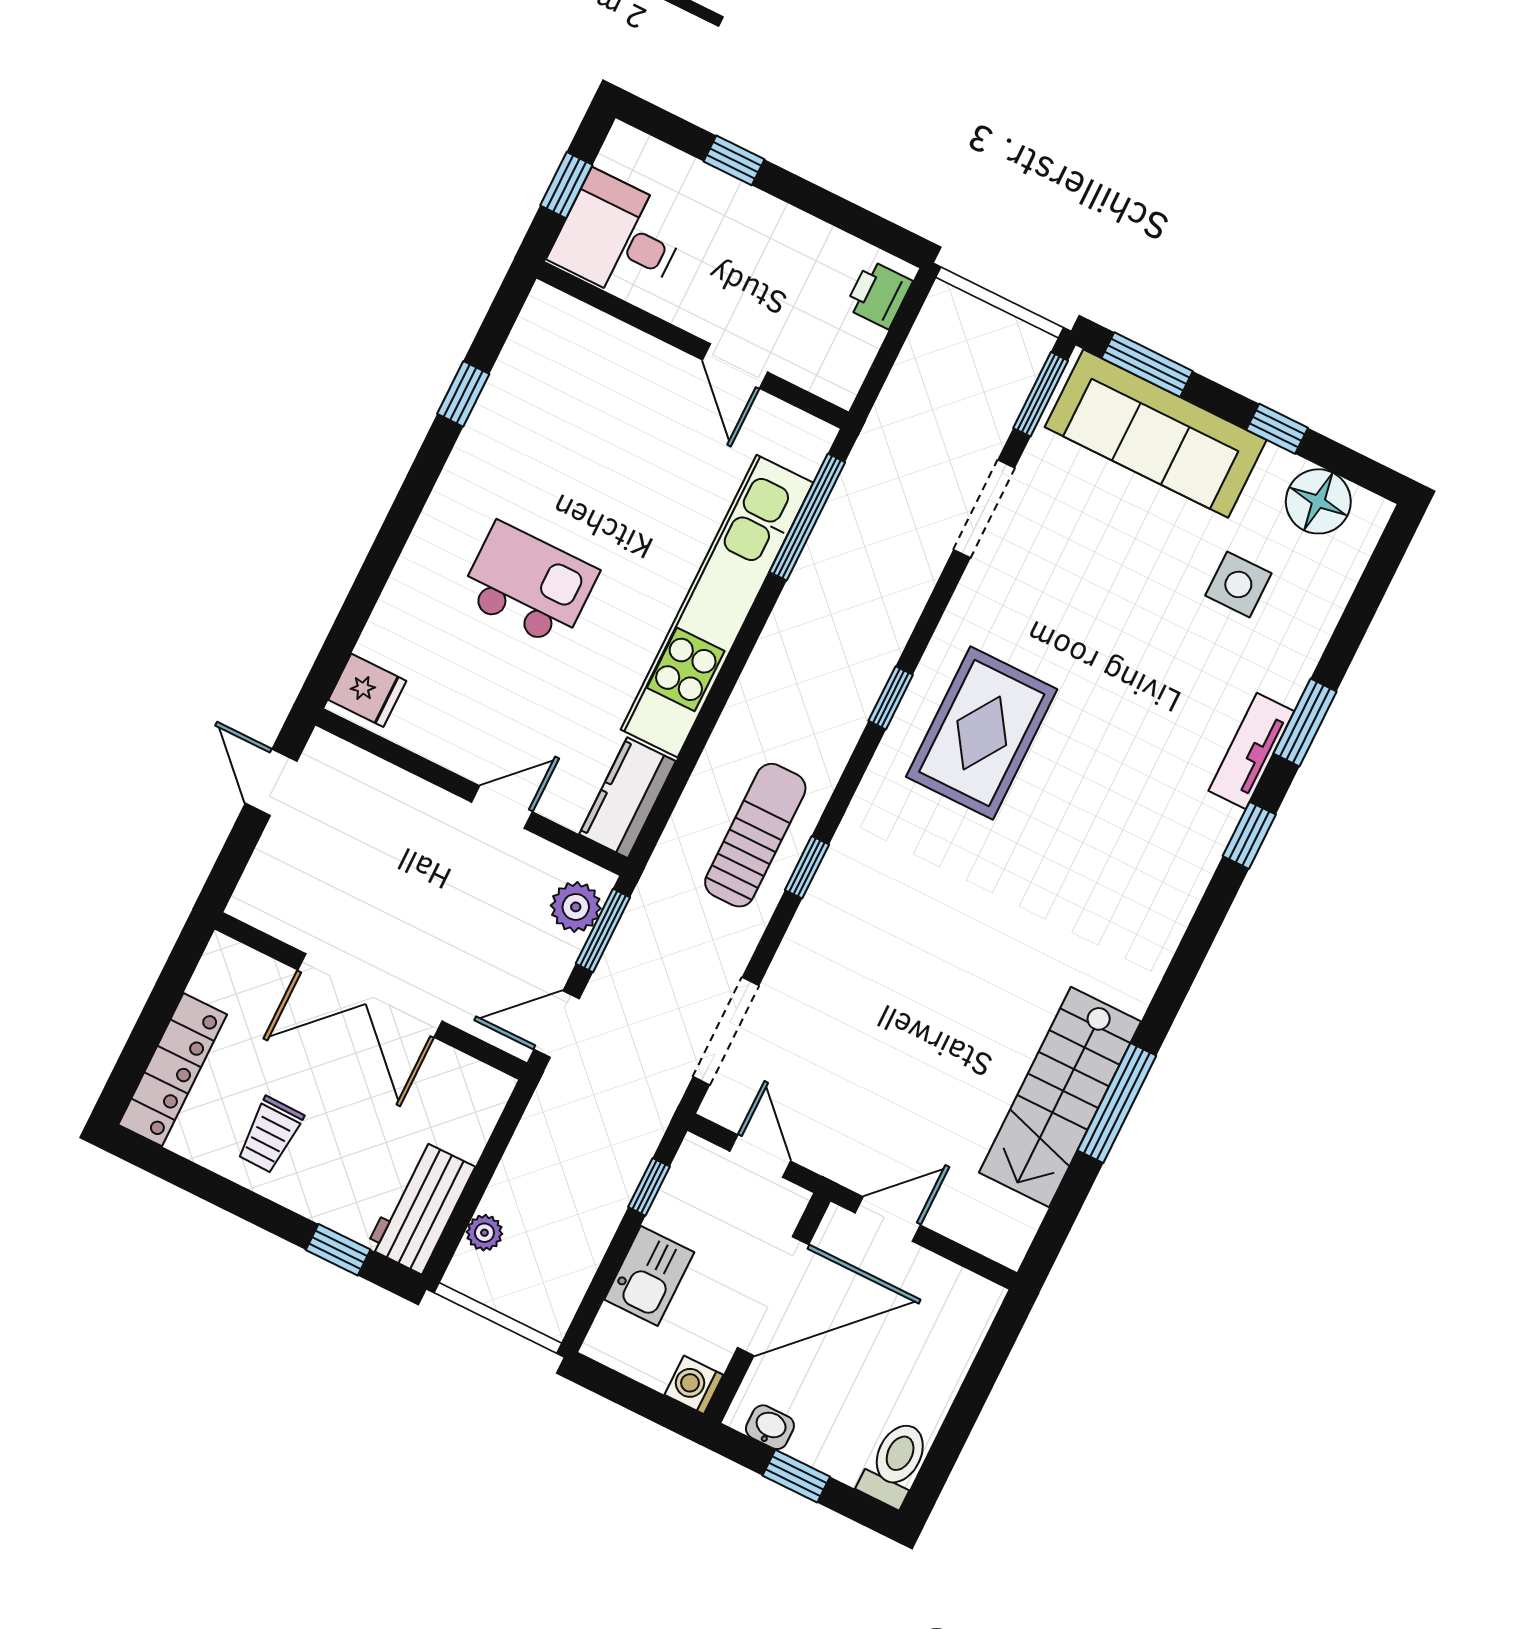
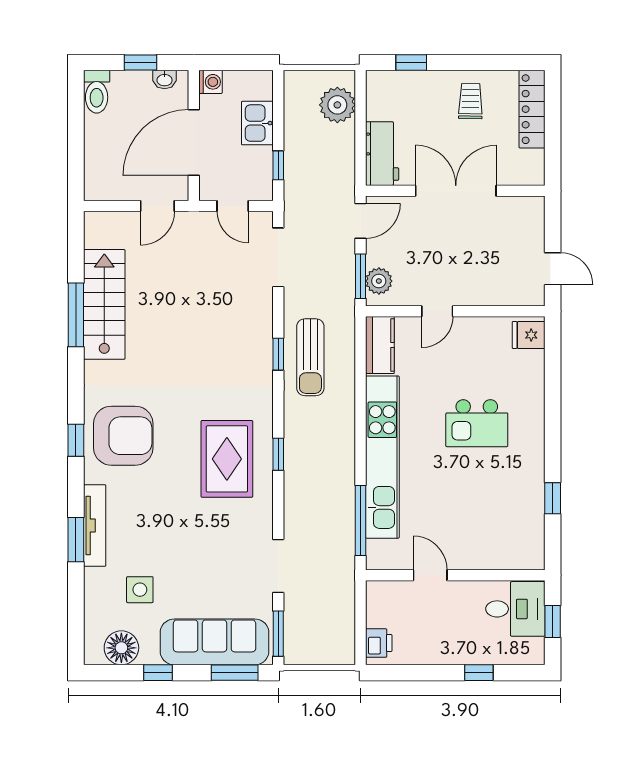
tv unit: (1251, 751) -> (95, 526), width x1.41
window: (1249, 835) -> (76, 440), moved
armchair: (1138, 859) -> (123, 436), added
workbench: (421, 1207) -> (382, 154), moved
plant: (484, 1233) -> (337, 105), width x1.87, depth x1.87

